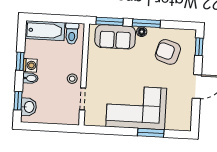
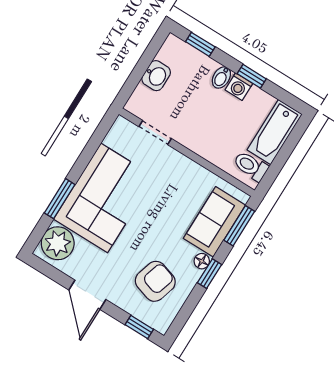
window: (146, 23) -> (209, 274), width x0.67
stool: (72, 79) -> (190, 133), removed
washbasin: (29, 107) -> (156, 76), moved, turned -90
plant: (177, 120) -> (58, 243), added

